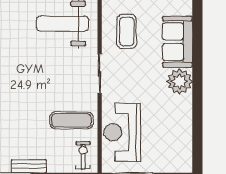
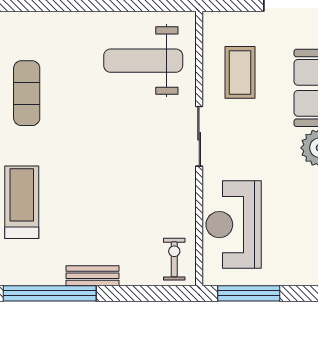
exercise mat: (71, 120) -> (157, 207), removed

